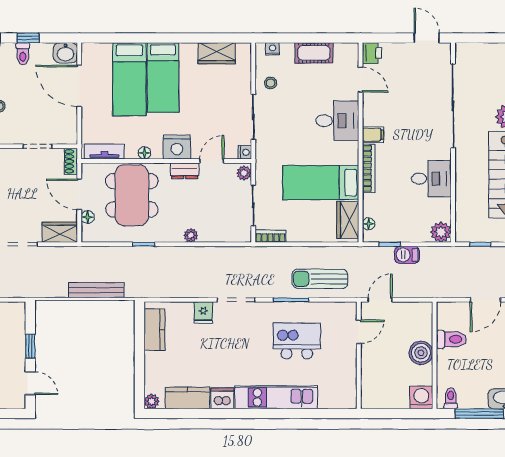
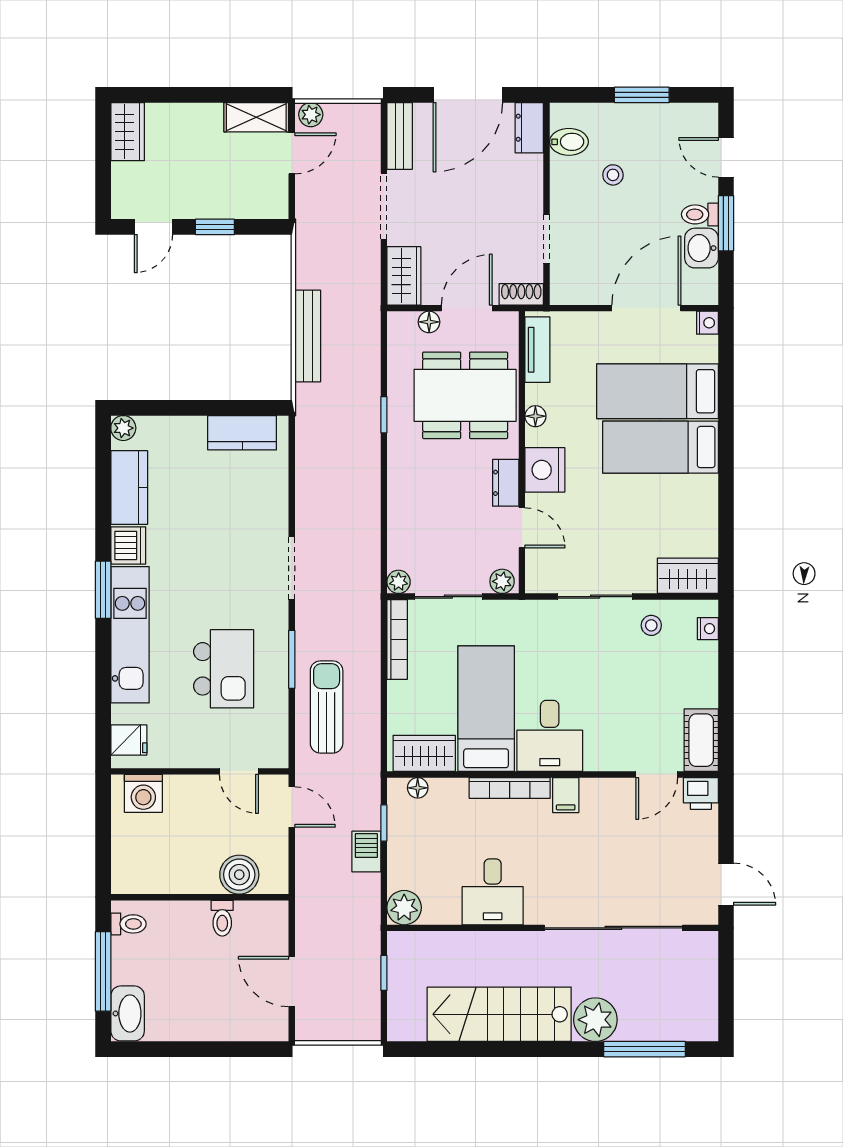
window: (28, 38) -> (726, 223), width x1.50
door: (427, 38) -> (726, 884), hinge flipped
washbasin: (65, 53) -> (701, 248), moved
wardrobe: (217, 53) -> (688, 576), moved, turned 90
cot: (314, 53) -> (701, 740), moved
desk: (337, 121) -> (550, 736), moved
nightstand: (245, 152) -> (707, 323), moved, turned -90
plant: (191, 235) -> (399, 582), moved
bookcase: (270, 236) -> (397, 639), width x1.56
fridge: (203, 313) -> (129, 740), moved, turned 180
toilet: (451, 339) -> (222, 918), width x0.73, depth x0.72
boiler: (421, 353) -> (239, 875), moved
washing machine: (421, 398) -> (143, 793), moved, turned 90
window: (249, 414) -> (103, 590), added

